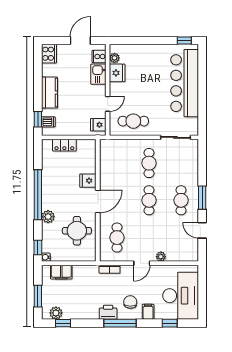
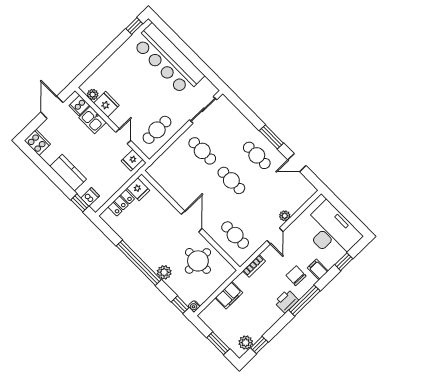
fridge: (88, 181) -> (138, 189), moved, turned -90
filing cabinet: (61, 272) -> (229, 295), moved

